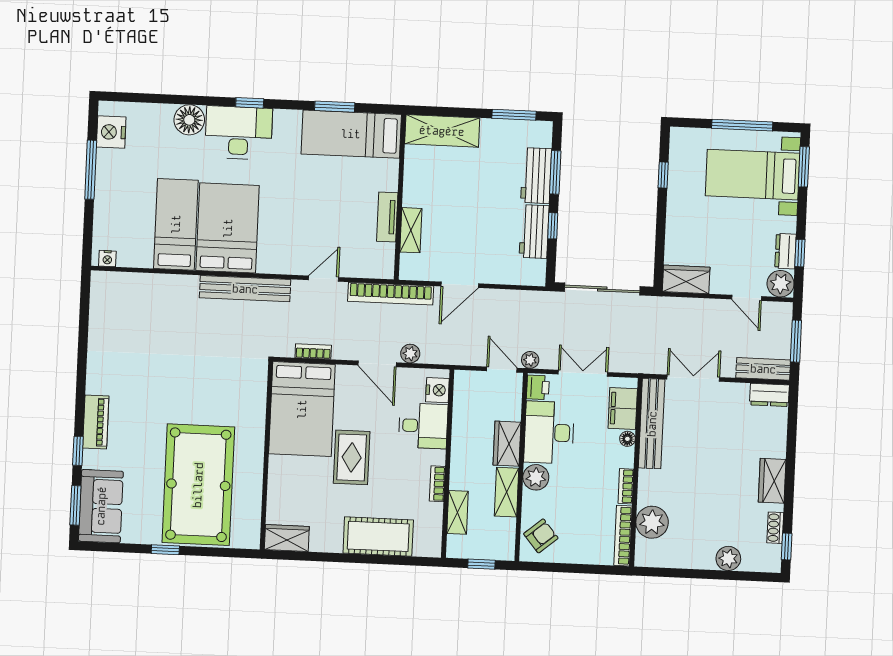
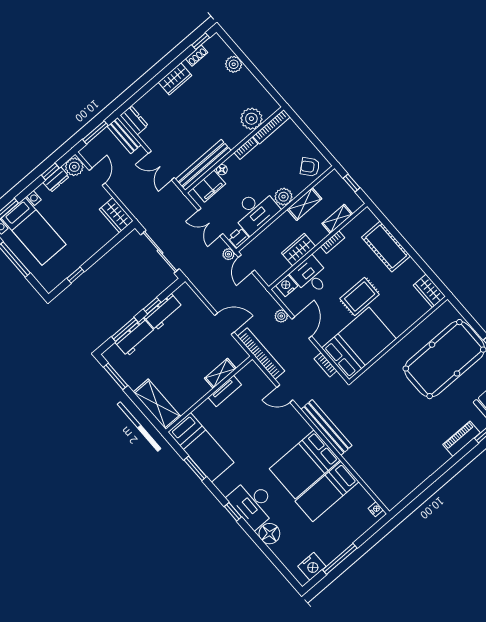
wardrobe: (507, 444) -> (298, 250), moved, turned 180

